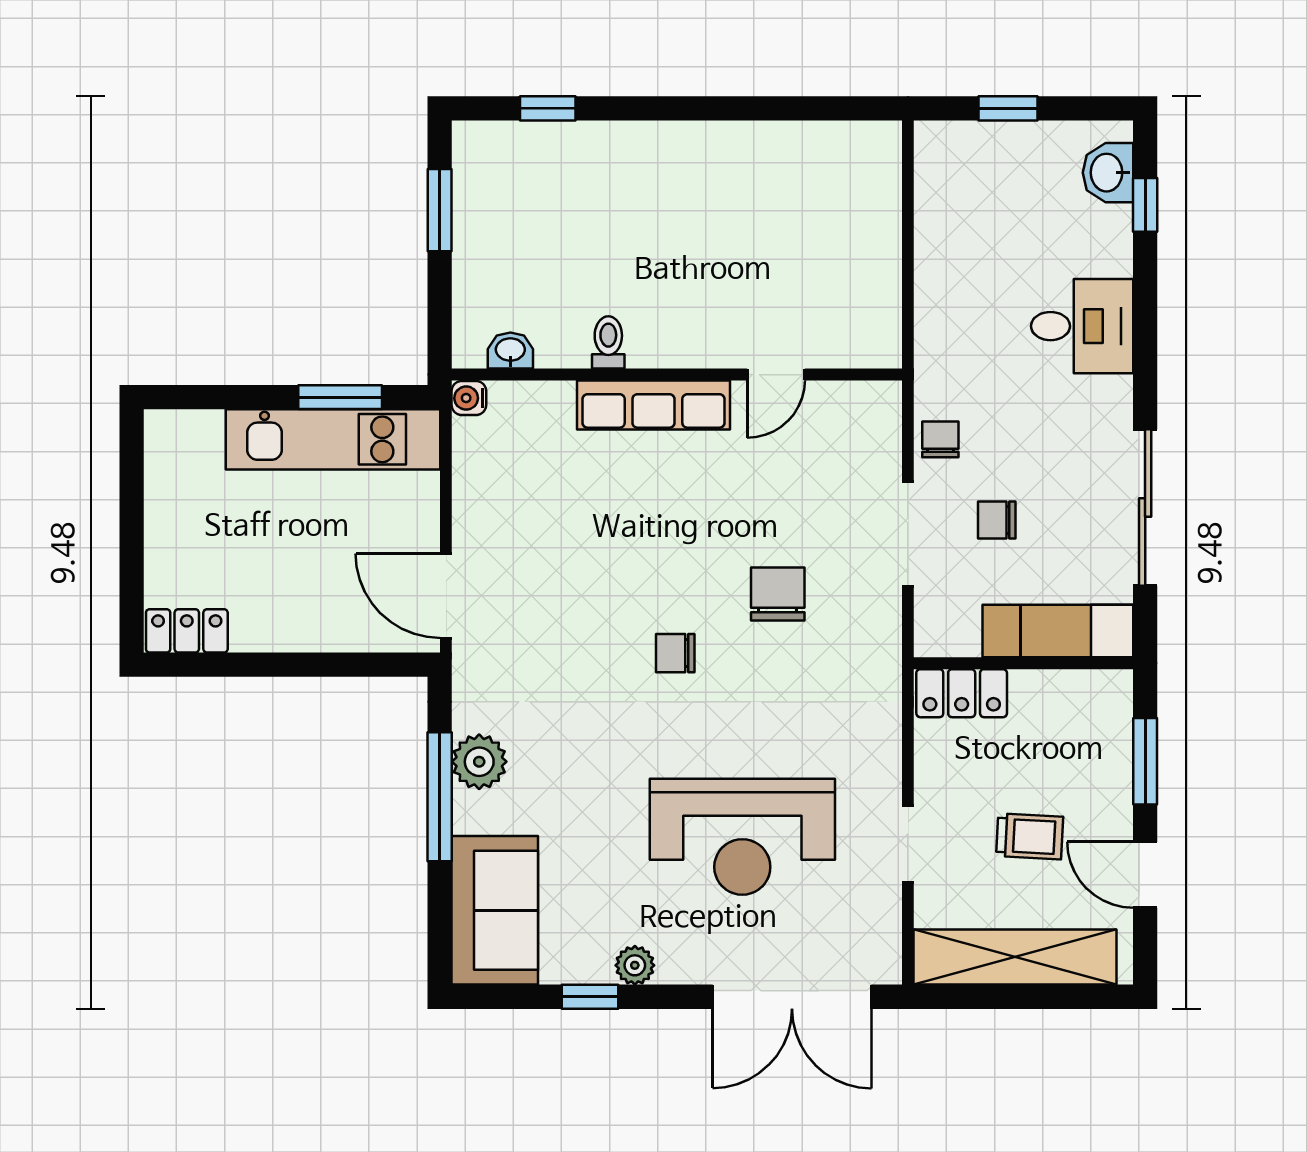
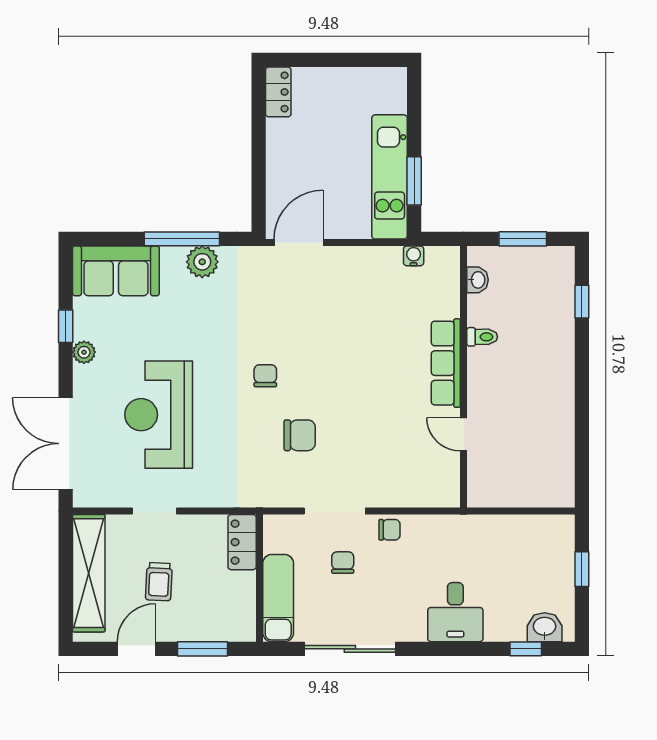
toilet: (608, 342) -> (482, 337), moved
washbasin: (510, 351) -> (477, 280), moved
wall: (677, 375) -> (464, 377), moved
door: (776, 375) -> (464, 434), moved
row of seats: (653, 405) -> (446, 363), moved

